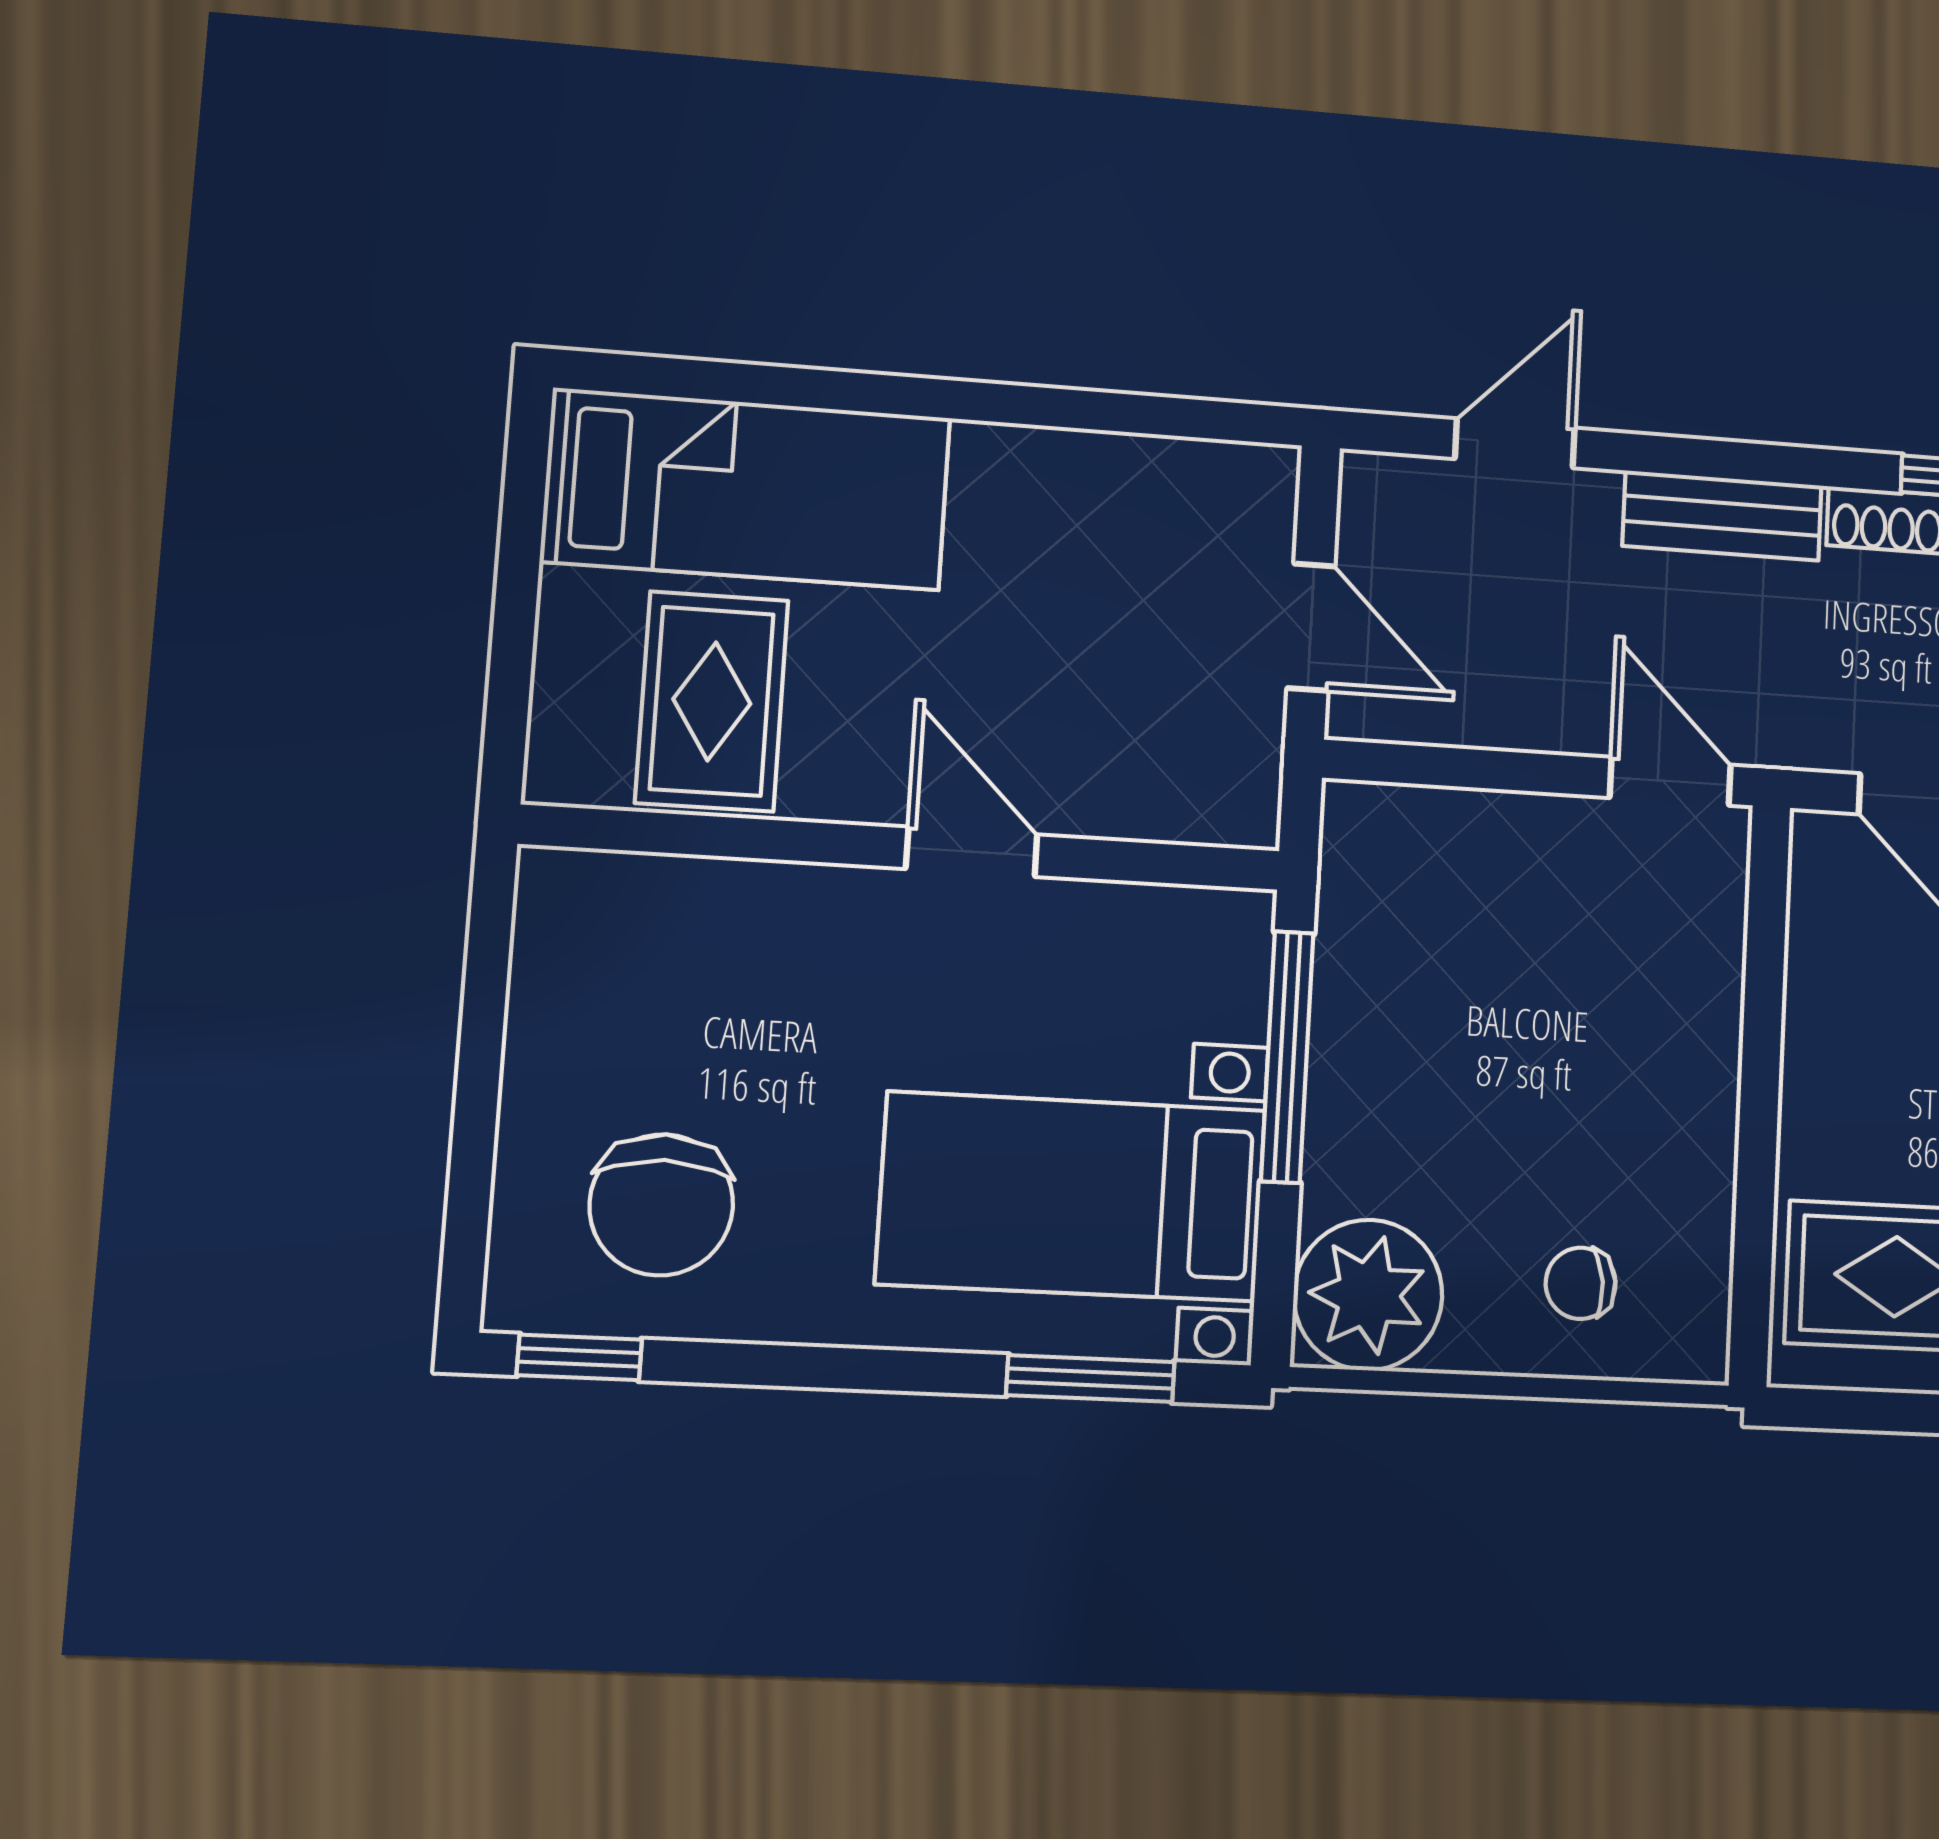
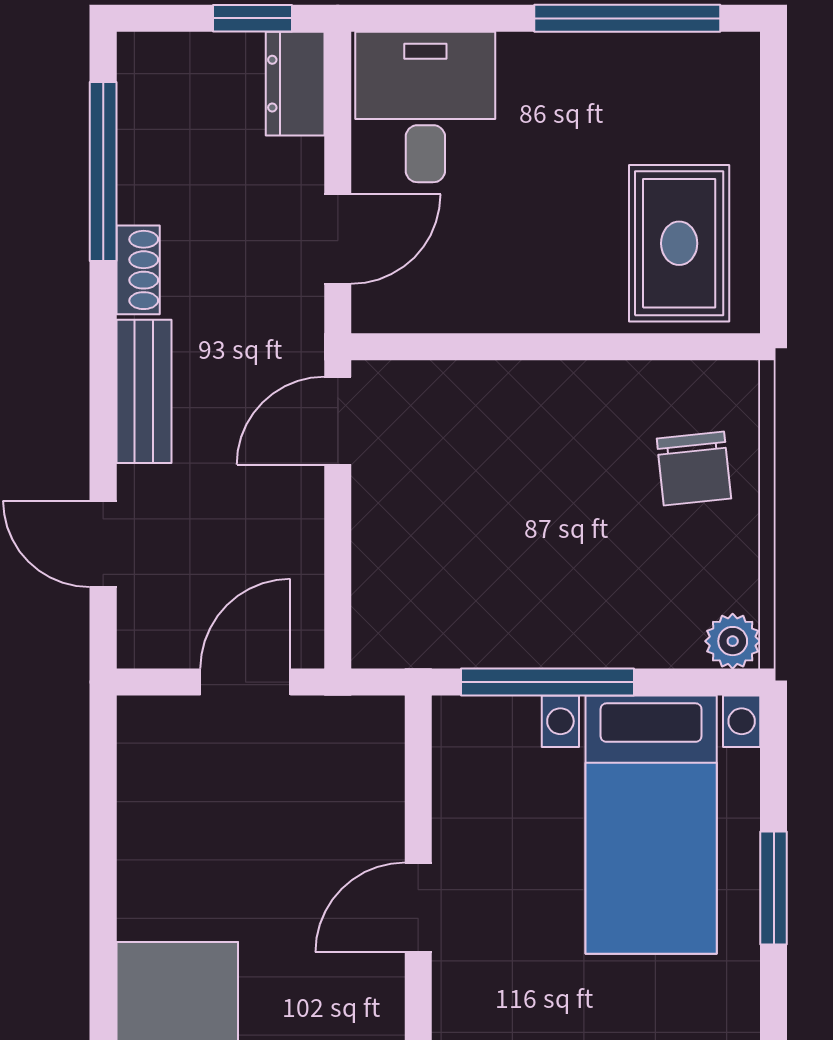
chair: (1581, 1283) -> (694, 469), width x1.37, depth x1.37
plant: (1368, 1295) -> (733, 641), width x0.53, depth x0.53
window: (1090, 1379) -> (774, 888), moved

